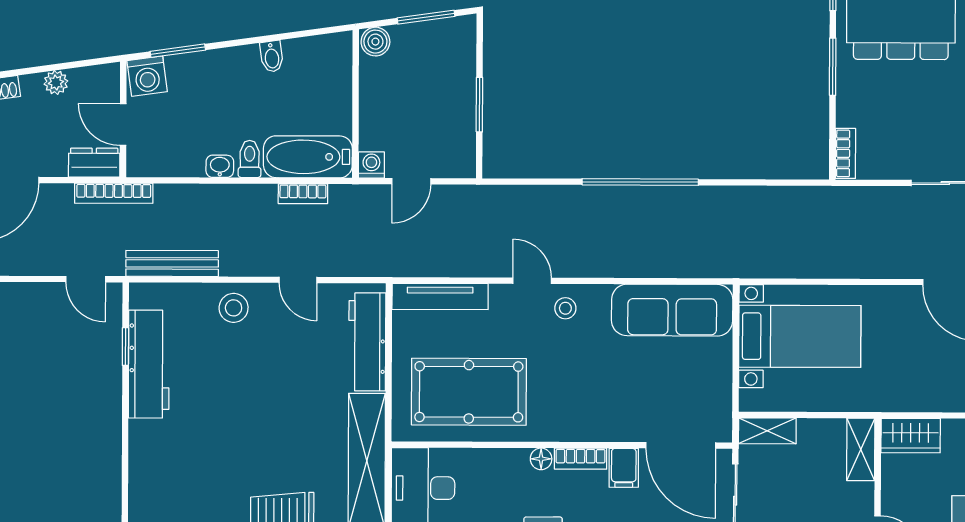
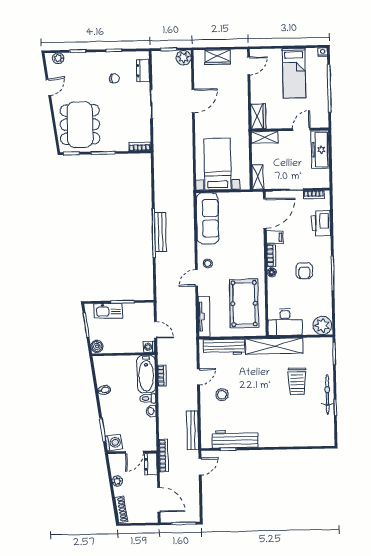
kitchen sink: (459, 70) -> (108, 311), added
bench: (642, 198) -> (160, 232), added
stool: (234, 308) -> (222, 395), moved

